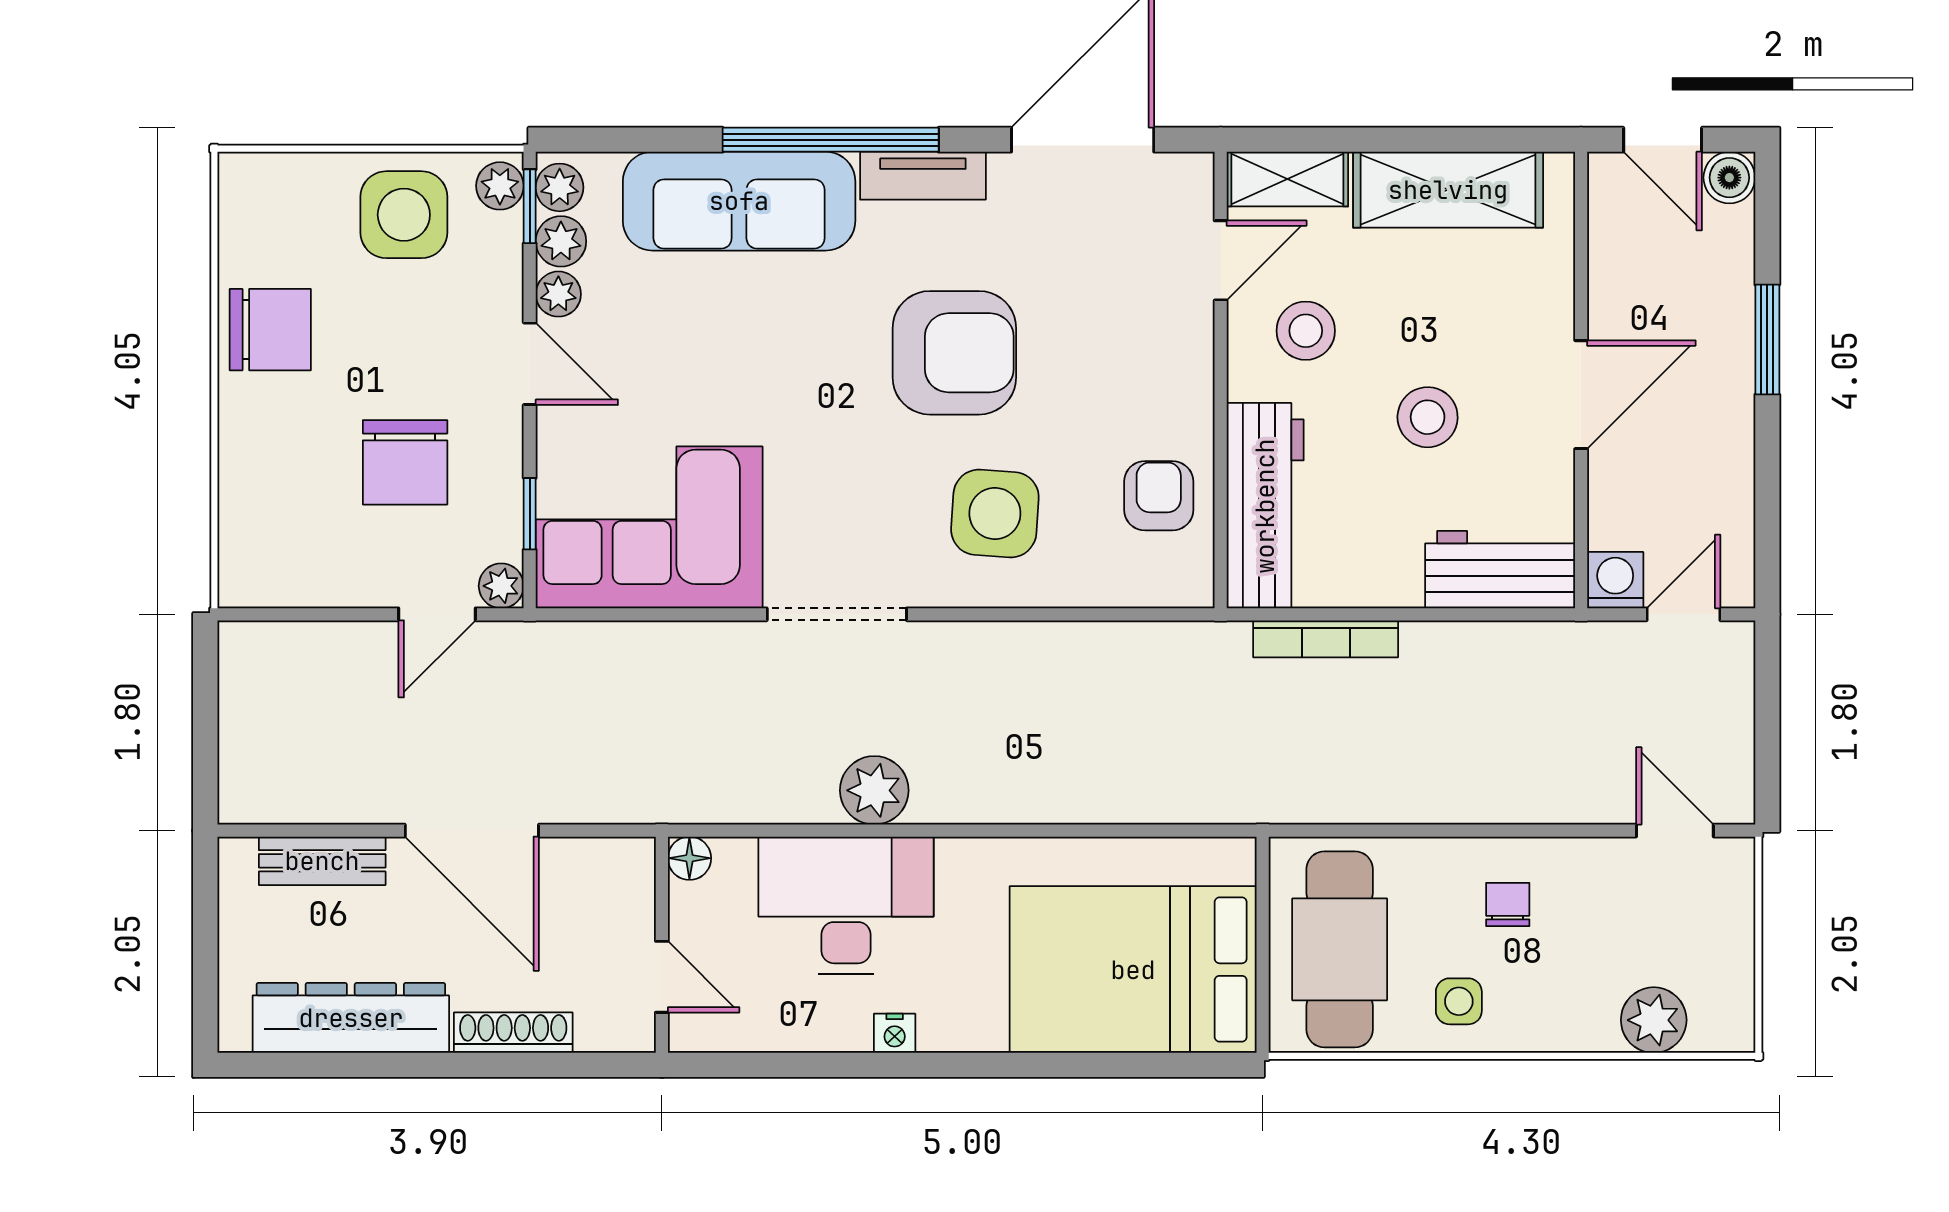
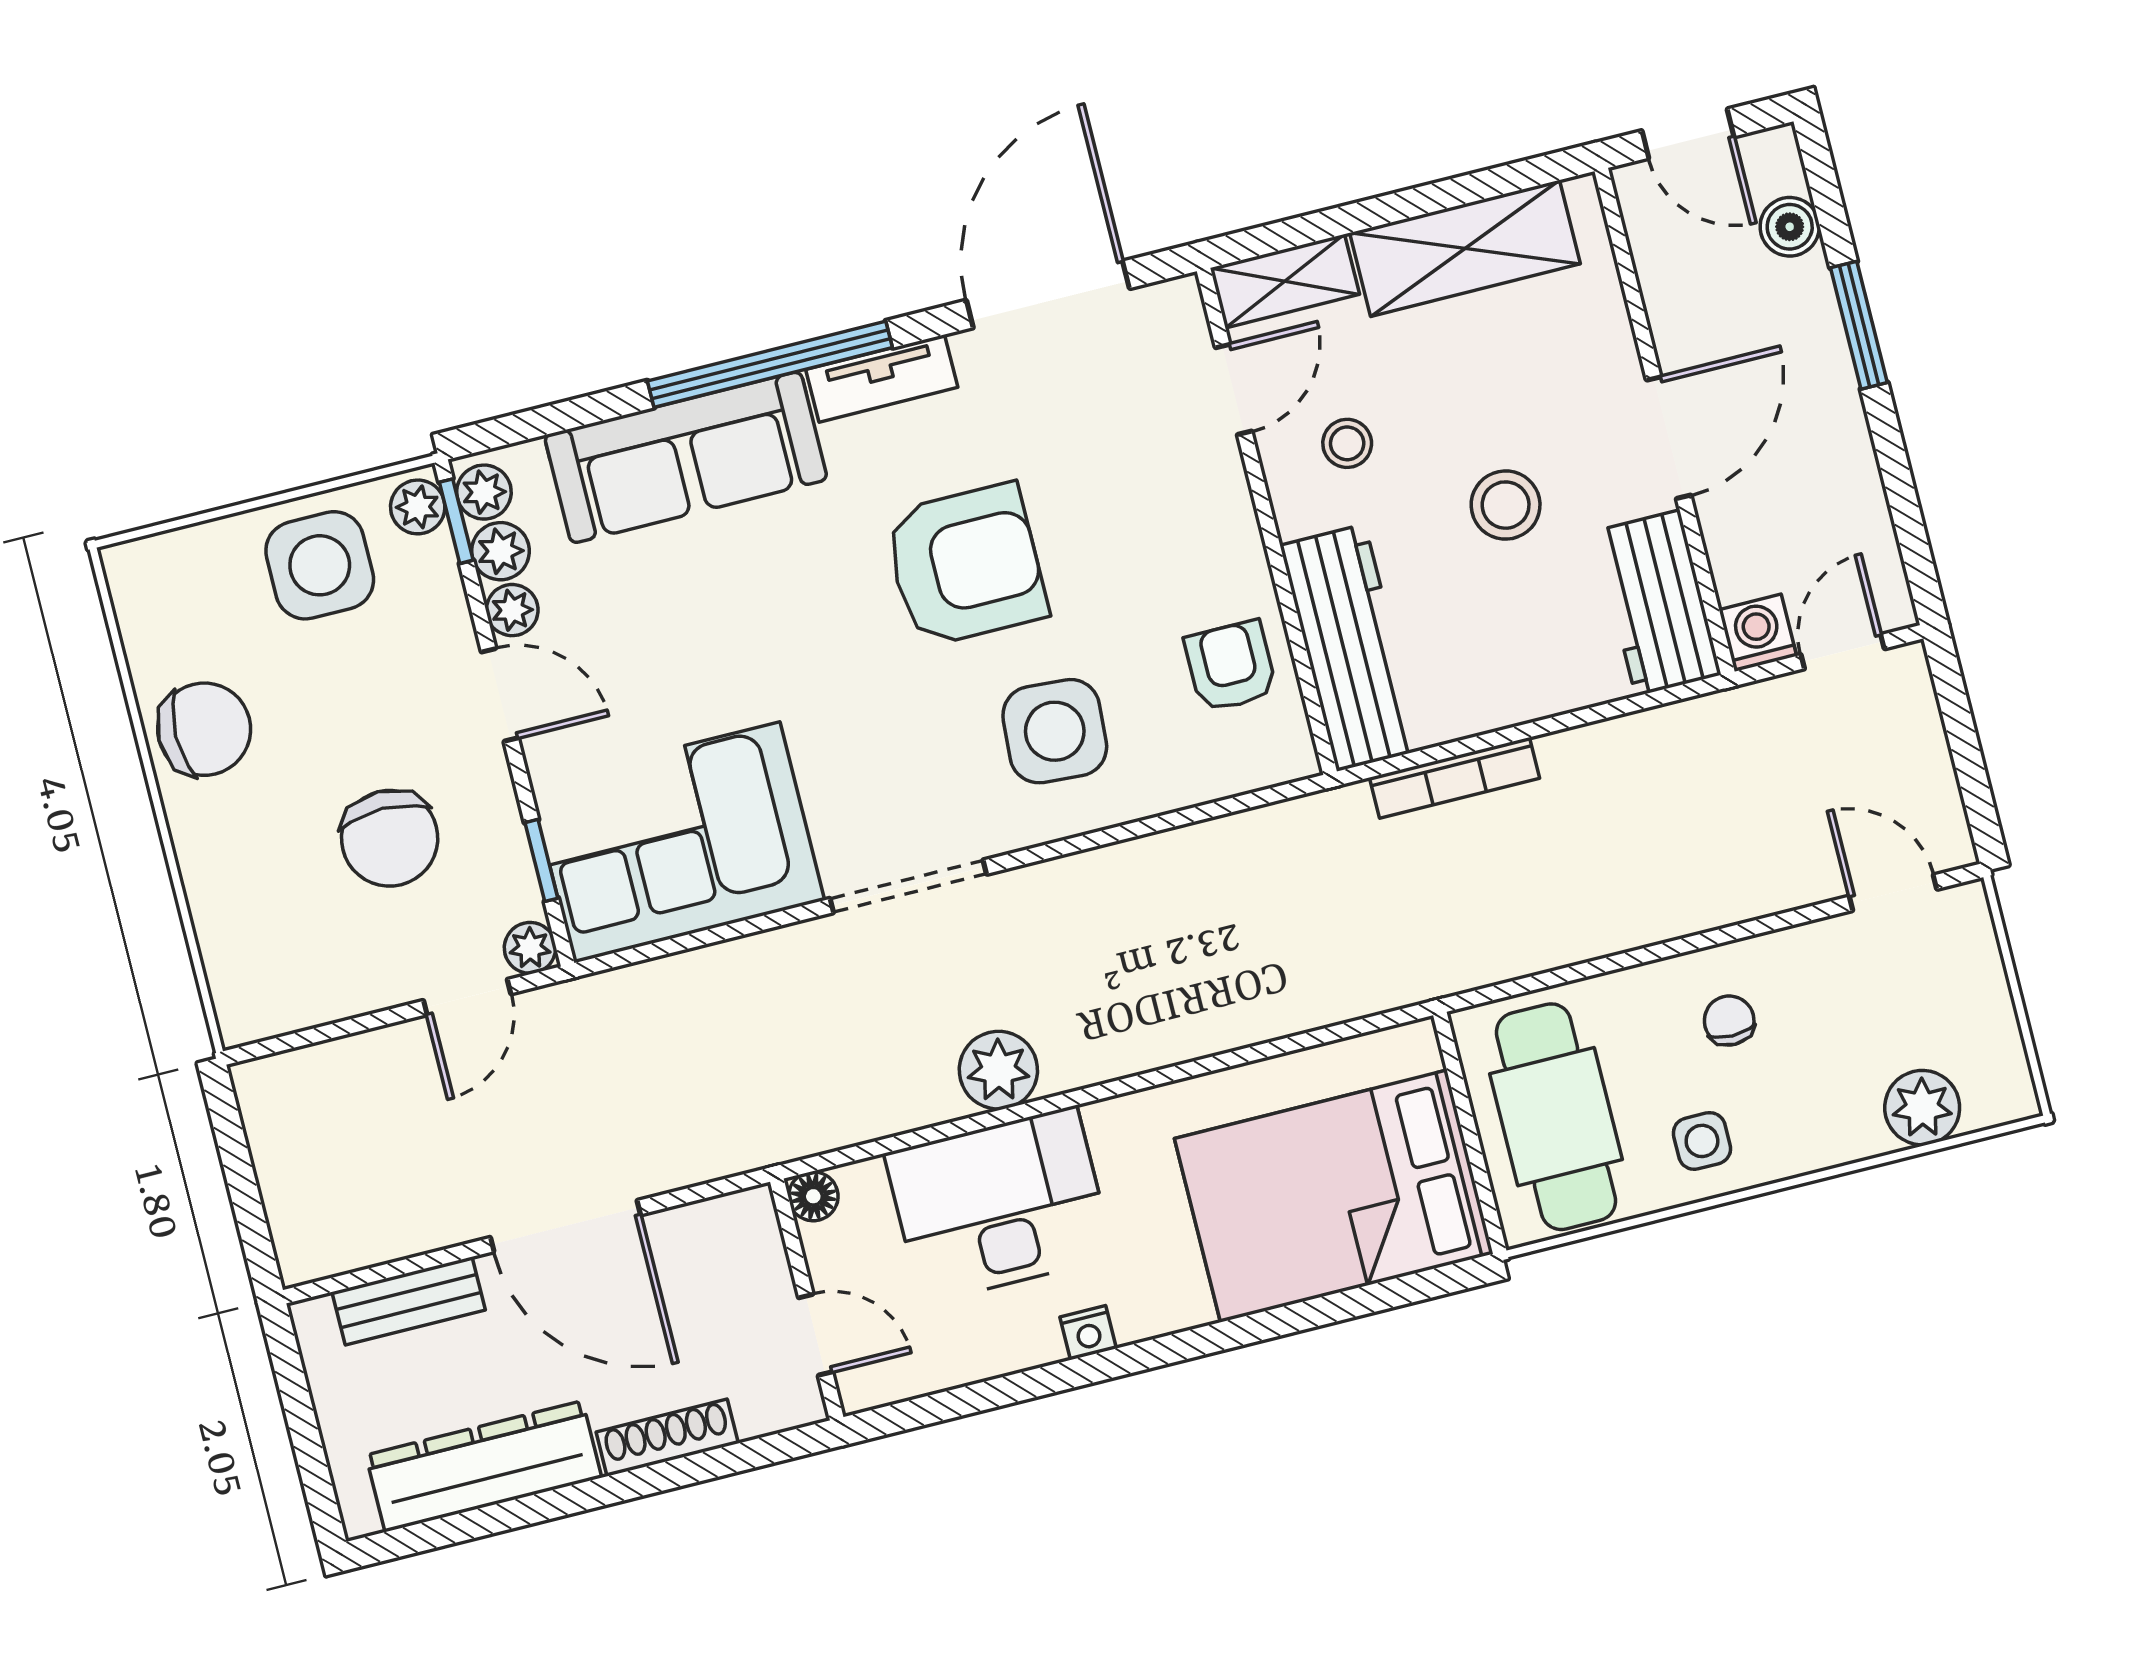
boiler: (1729, 178) -> (1790, 227), moved
stool: (1306, 331) -> (1347, 443), width x0.73, depth x0.73
workbench: (1500, 570) -> (1658, 603), moved, turned -90

